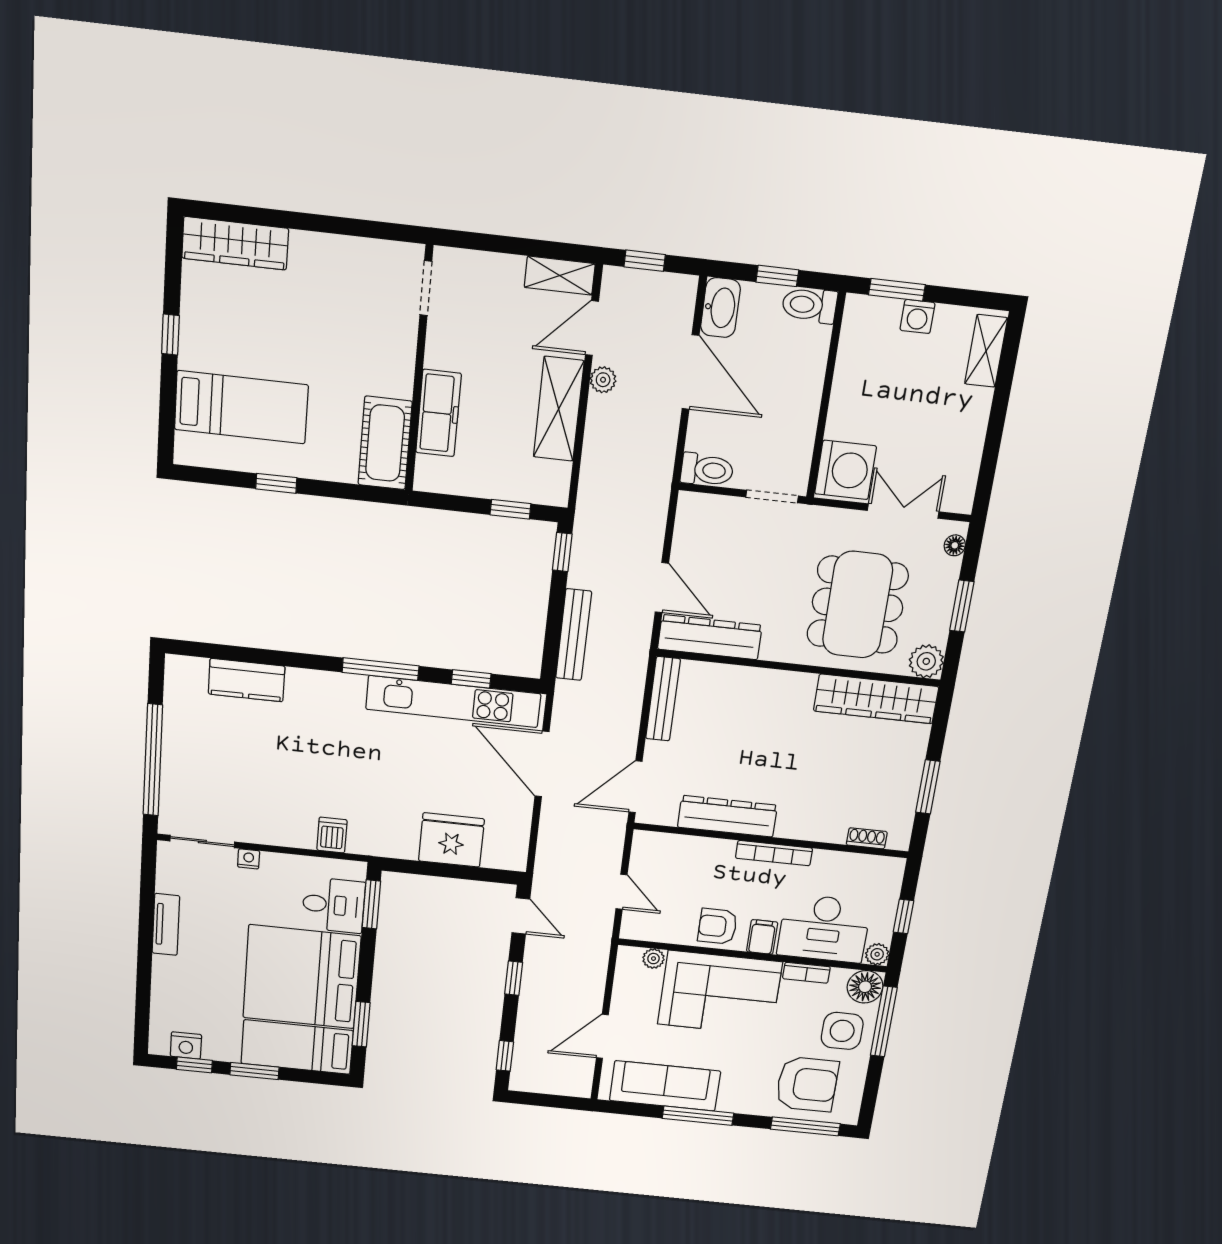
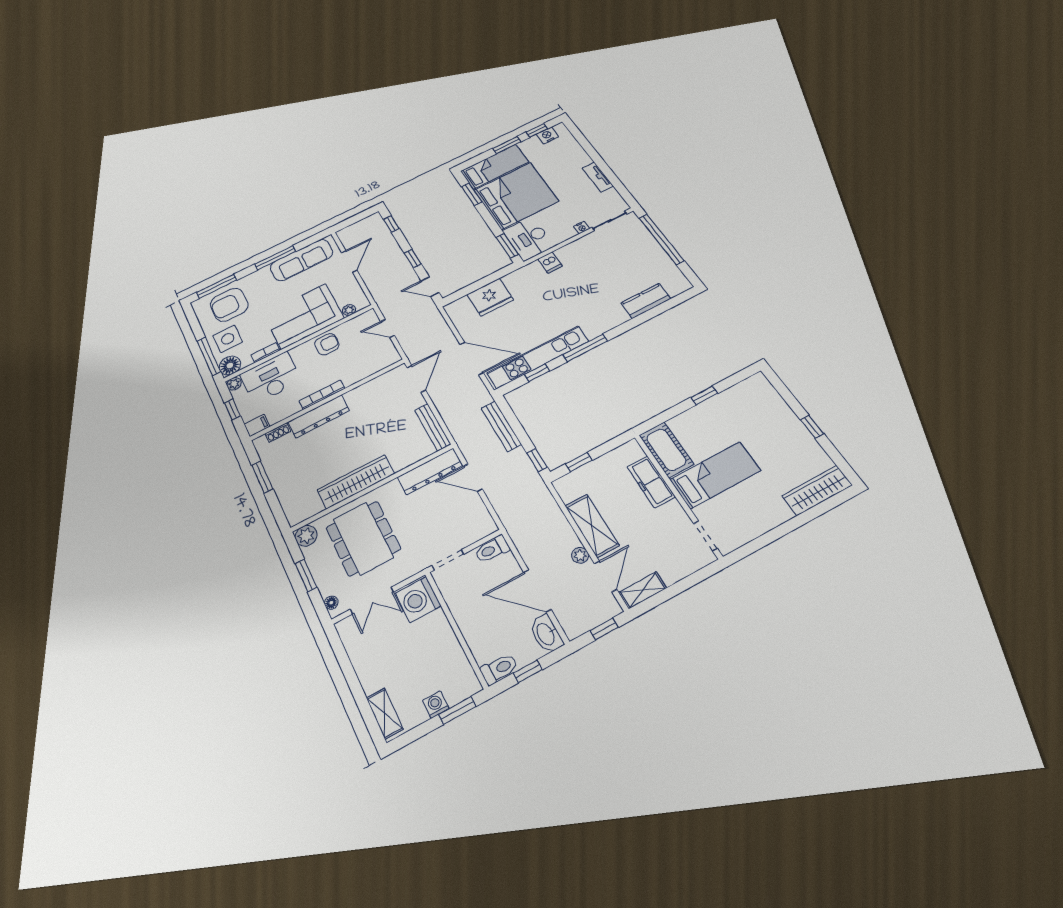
bed: (241, 407) -> (715, 475), moved, turned 180
wardrobe: (876, 699) -> (356, 482), moved
dresser: (727, 816) -> (319, 416), moved
desk: (333, 905) -> (528, 238), width x1.37
filing cabinet: (762, 937) -> (257, 425), moved, turned -90

